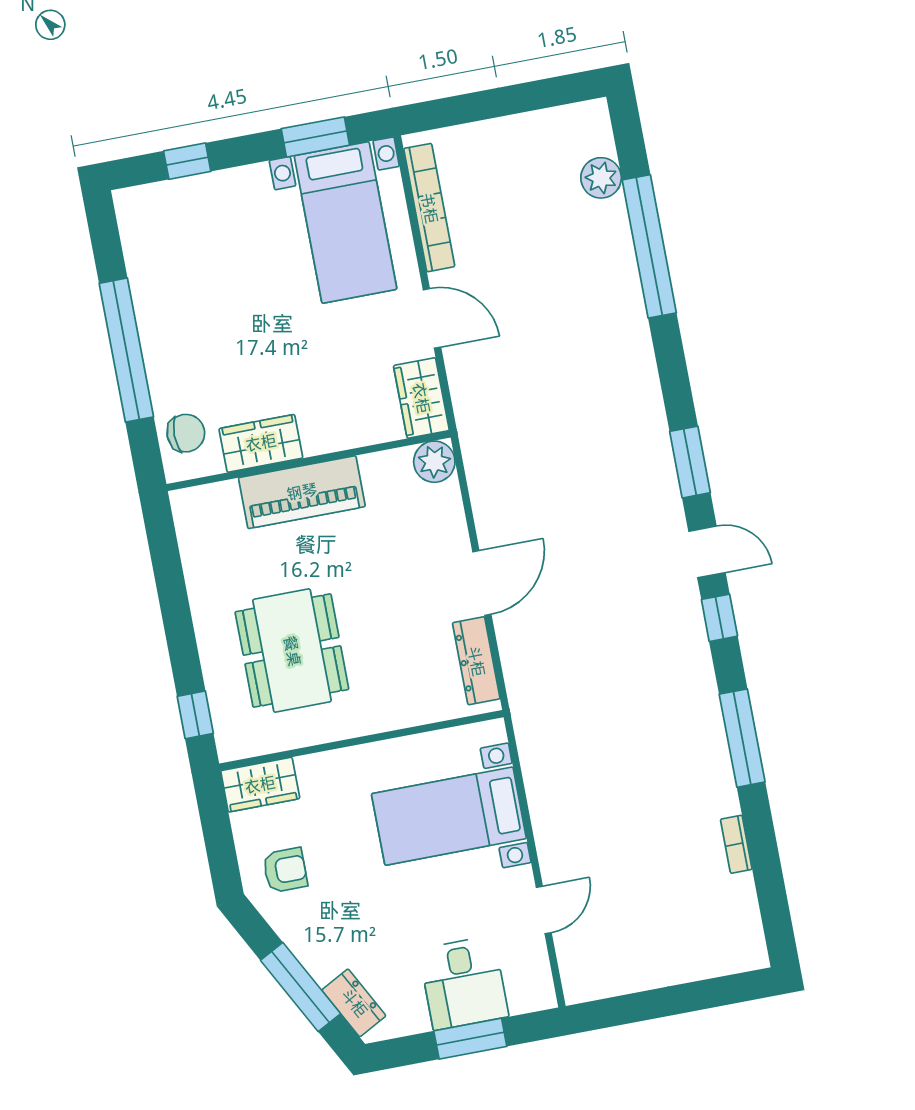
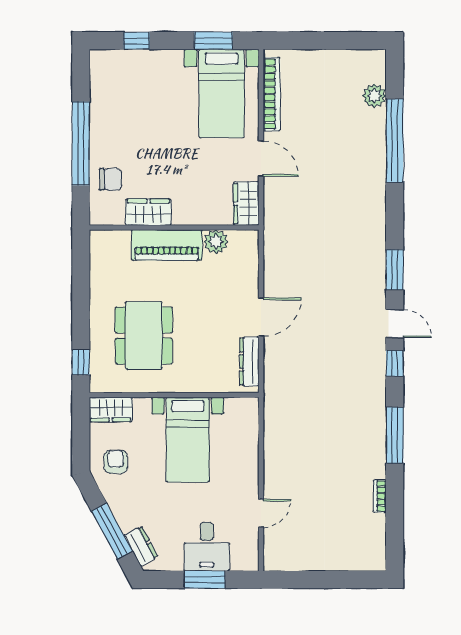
chair: (186, 433) -> (111, 179), moved
plant: (434, 462) -> (216, 242), moved
bed with nightstands: (449, 816) -> (188, 440), moved, turned -90
armchair: (285, 870) -> (116, 462), turned -90

